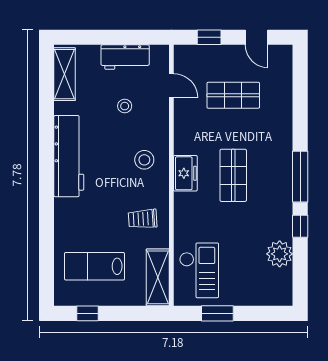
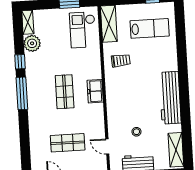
stool: (144, 160) -> (122, 98), removed
shelving: (284, 287) -> (28, 22), added

